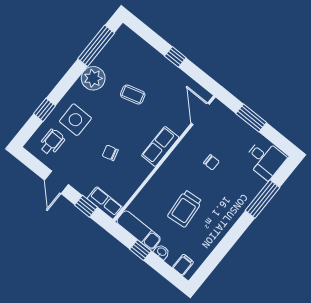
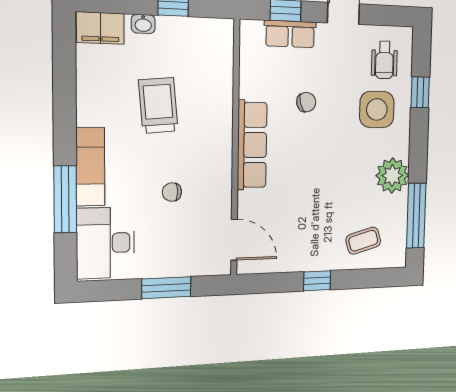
coffee table: (133, 95) -> (363, 241), moved
row of seats: (160, 146) -> (252, 145), width x1.48
desk: (265, 159) -> (106, 243), width x1.37
row of seats: (105, 203) -> (290, 34), moved
exam couch: (139, 230) -> (90, 167), moved, turned -90
filing cabinet: (183, 265) -> (100, 28), width x2.00

